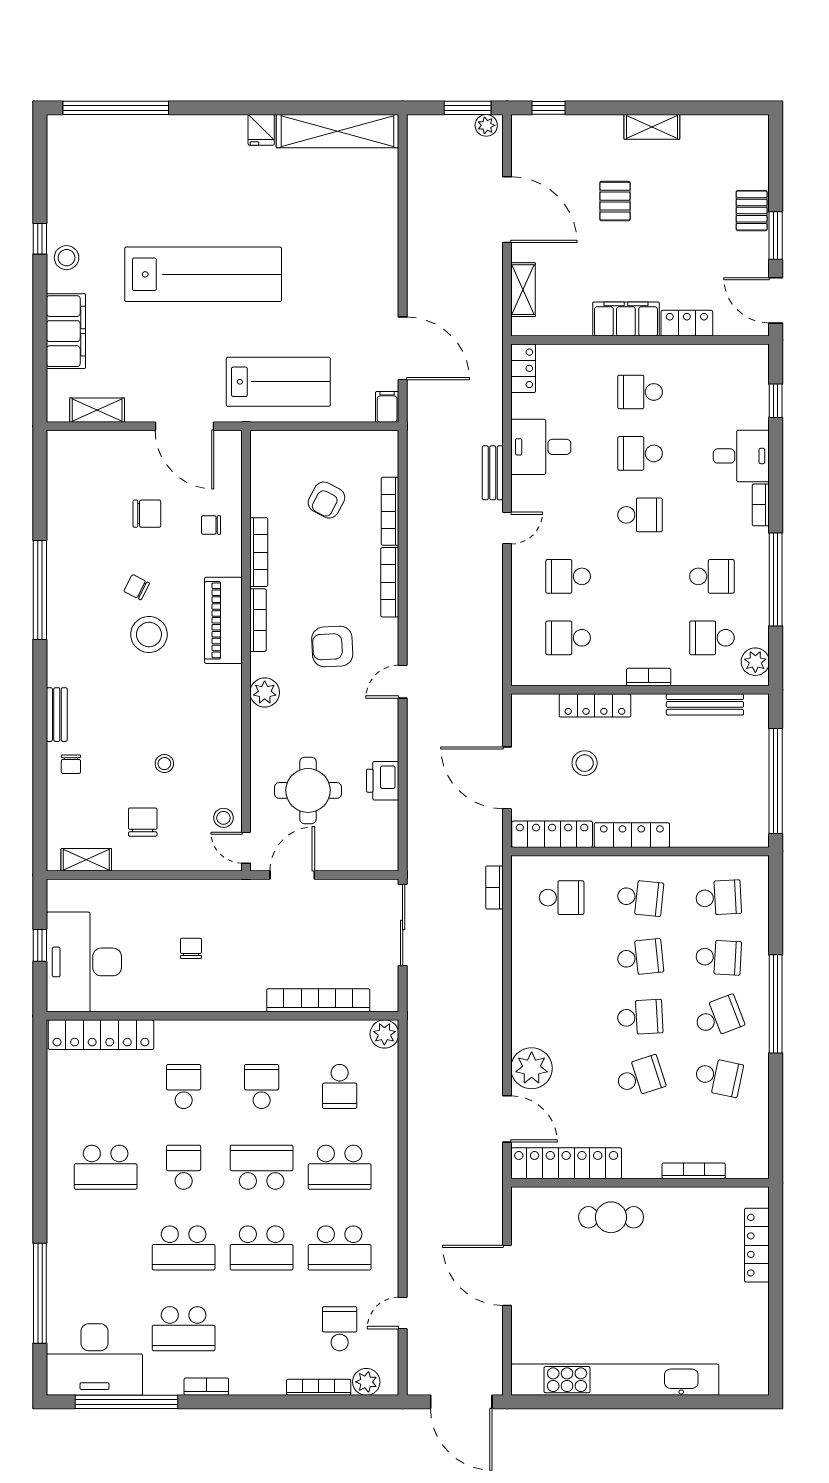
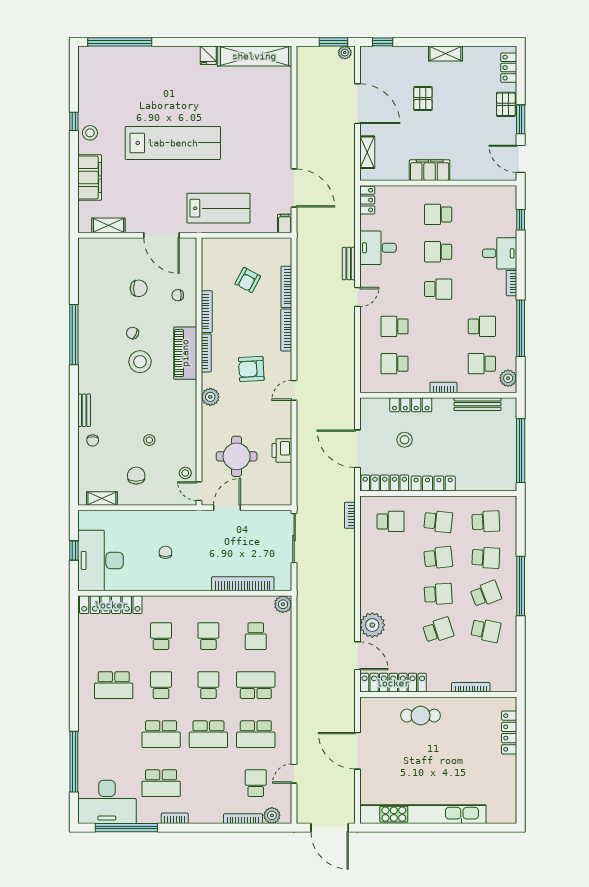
locker: (687, 323) -> (509, 68), moved, turned -90
school desk: (262, 1167) -> (208, 685), width x0.54
school desk: (340, 1167) -> (256, 685), turned 180

